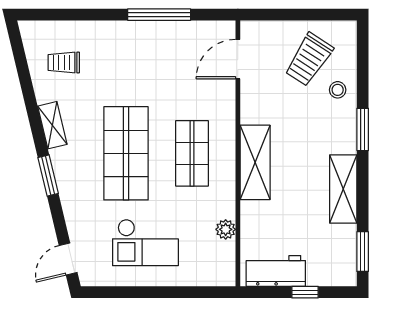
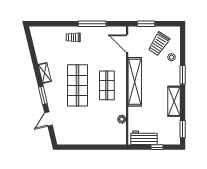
window: (280, 15) -> (146, 24), added
door: (238, 59) -> (127, 44), hinge flipped
trolley: (64, 62) -> (73, 37), moved
shelving: (255, 162) -> (135, 82), width x1.47
checkout: (145, 243) -> (86, 125), removed
door: (68, 259) -> (49, 119), moved

